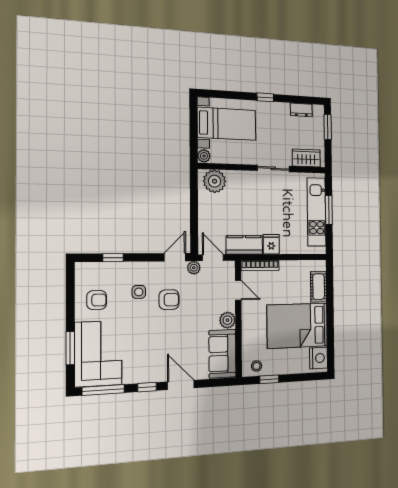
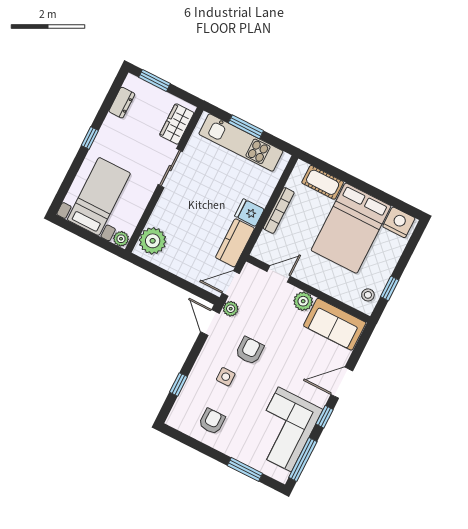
bookcase: (260, 266) -> (279, 210), moved
corner sofa: (98, 354) -> (285, 429), moved, turned -90

